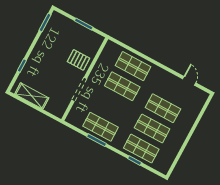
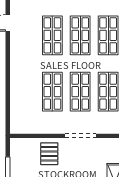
shop shelf: (133, 66) -> (80, 92), moved

